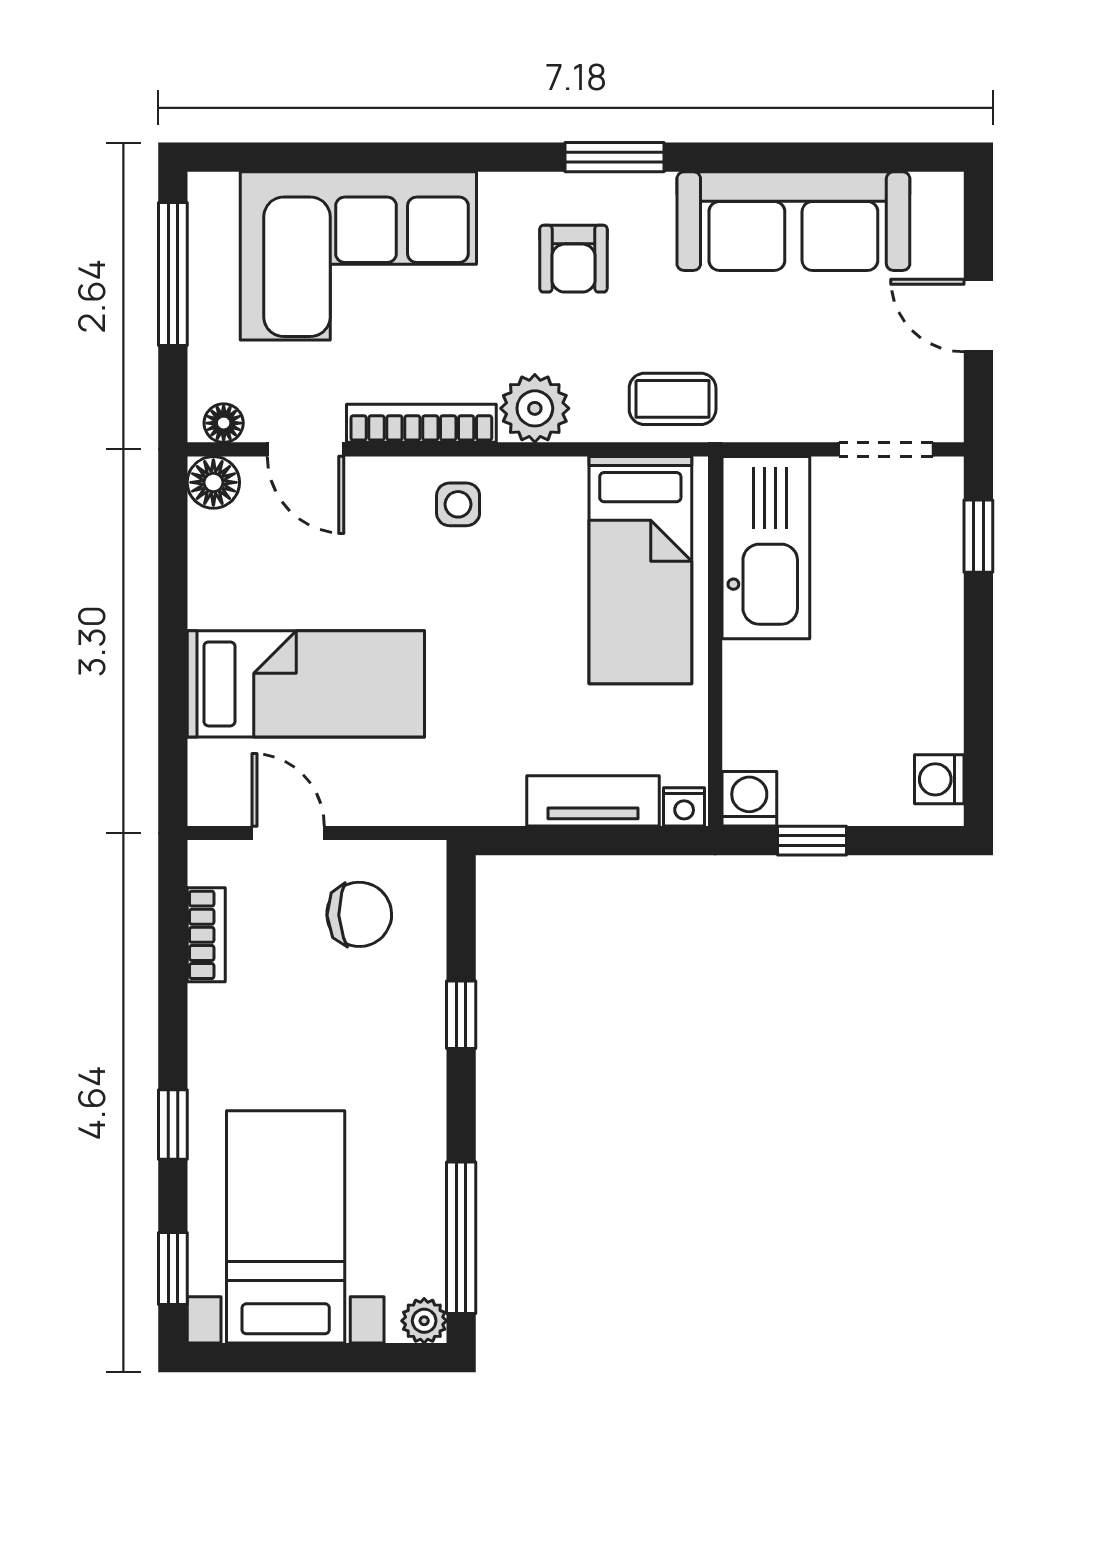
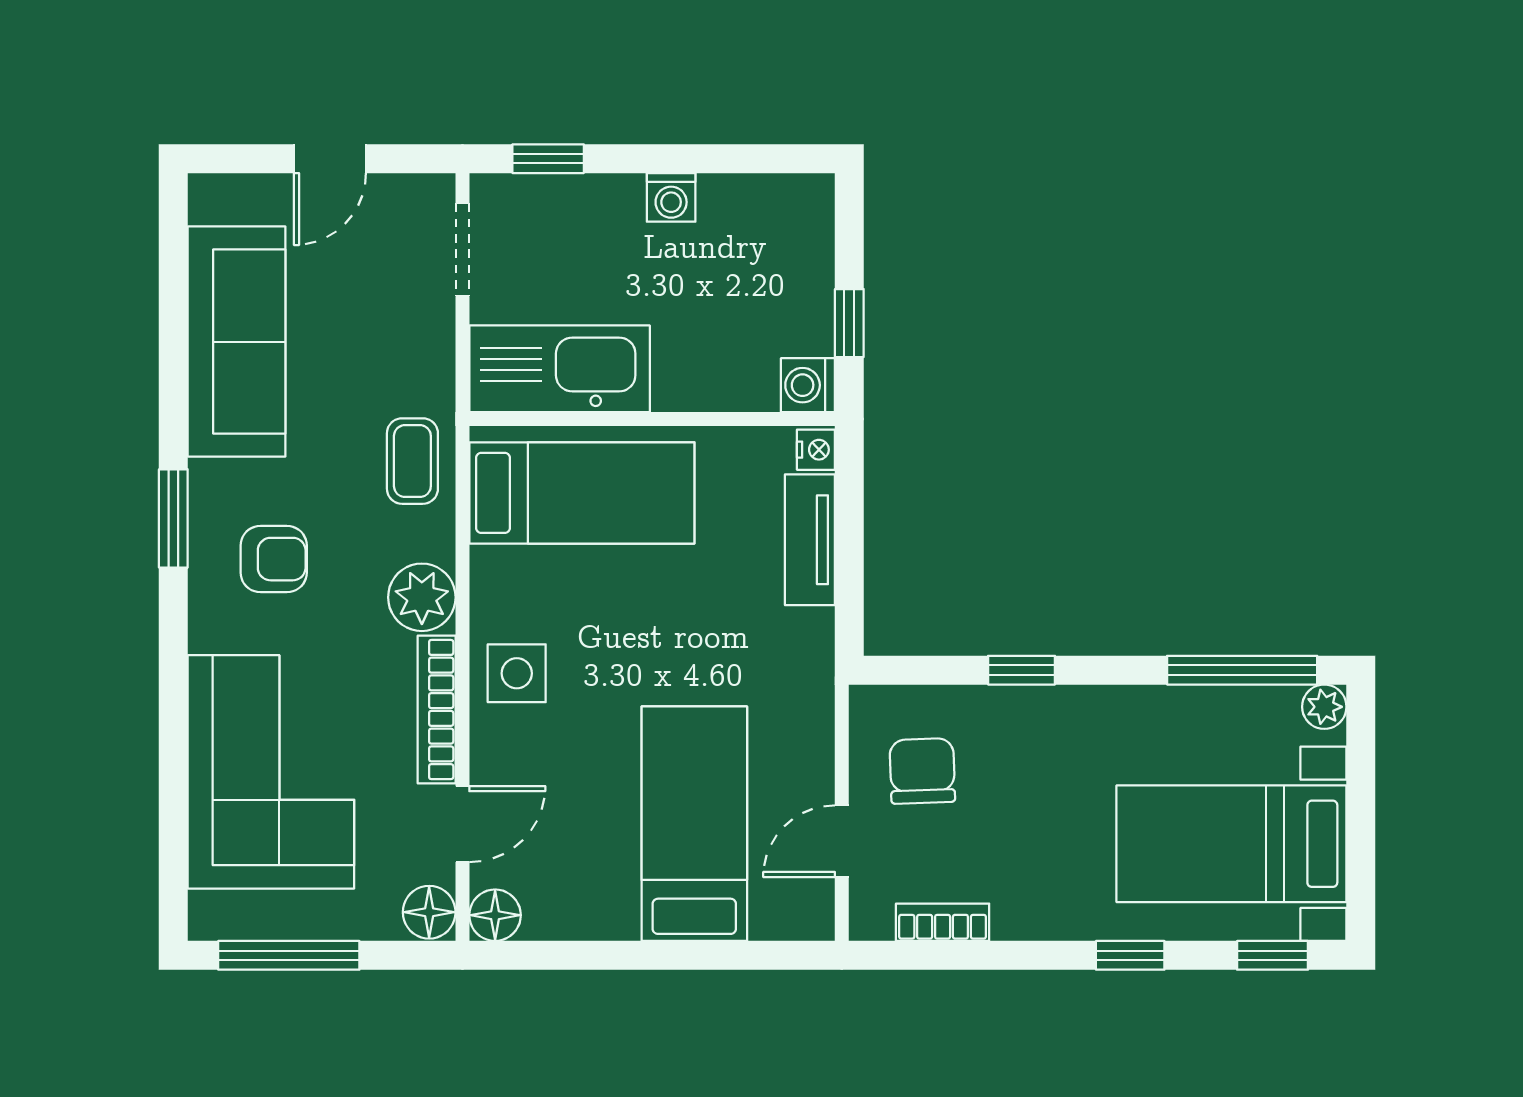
floor lamp: (224, 423) -> (429, 912), width x1.37, depth x1.37
side table: (458, 504) -> (517, 673), width x1.37, depth x1.37
washing machine: (939, 779) -> (671, 197), moved

